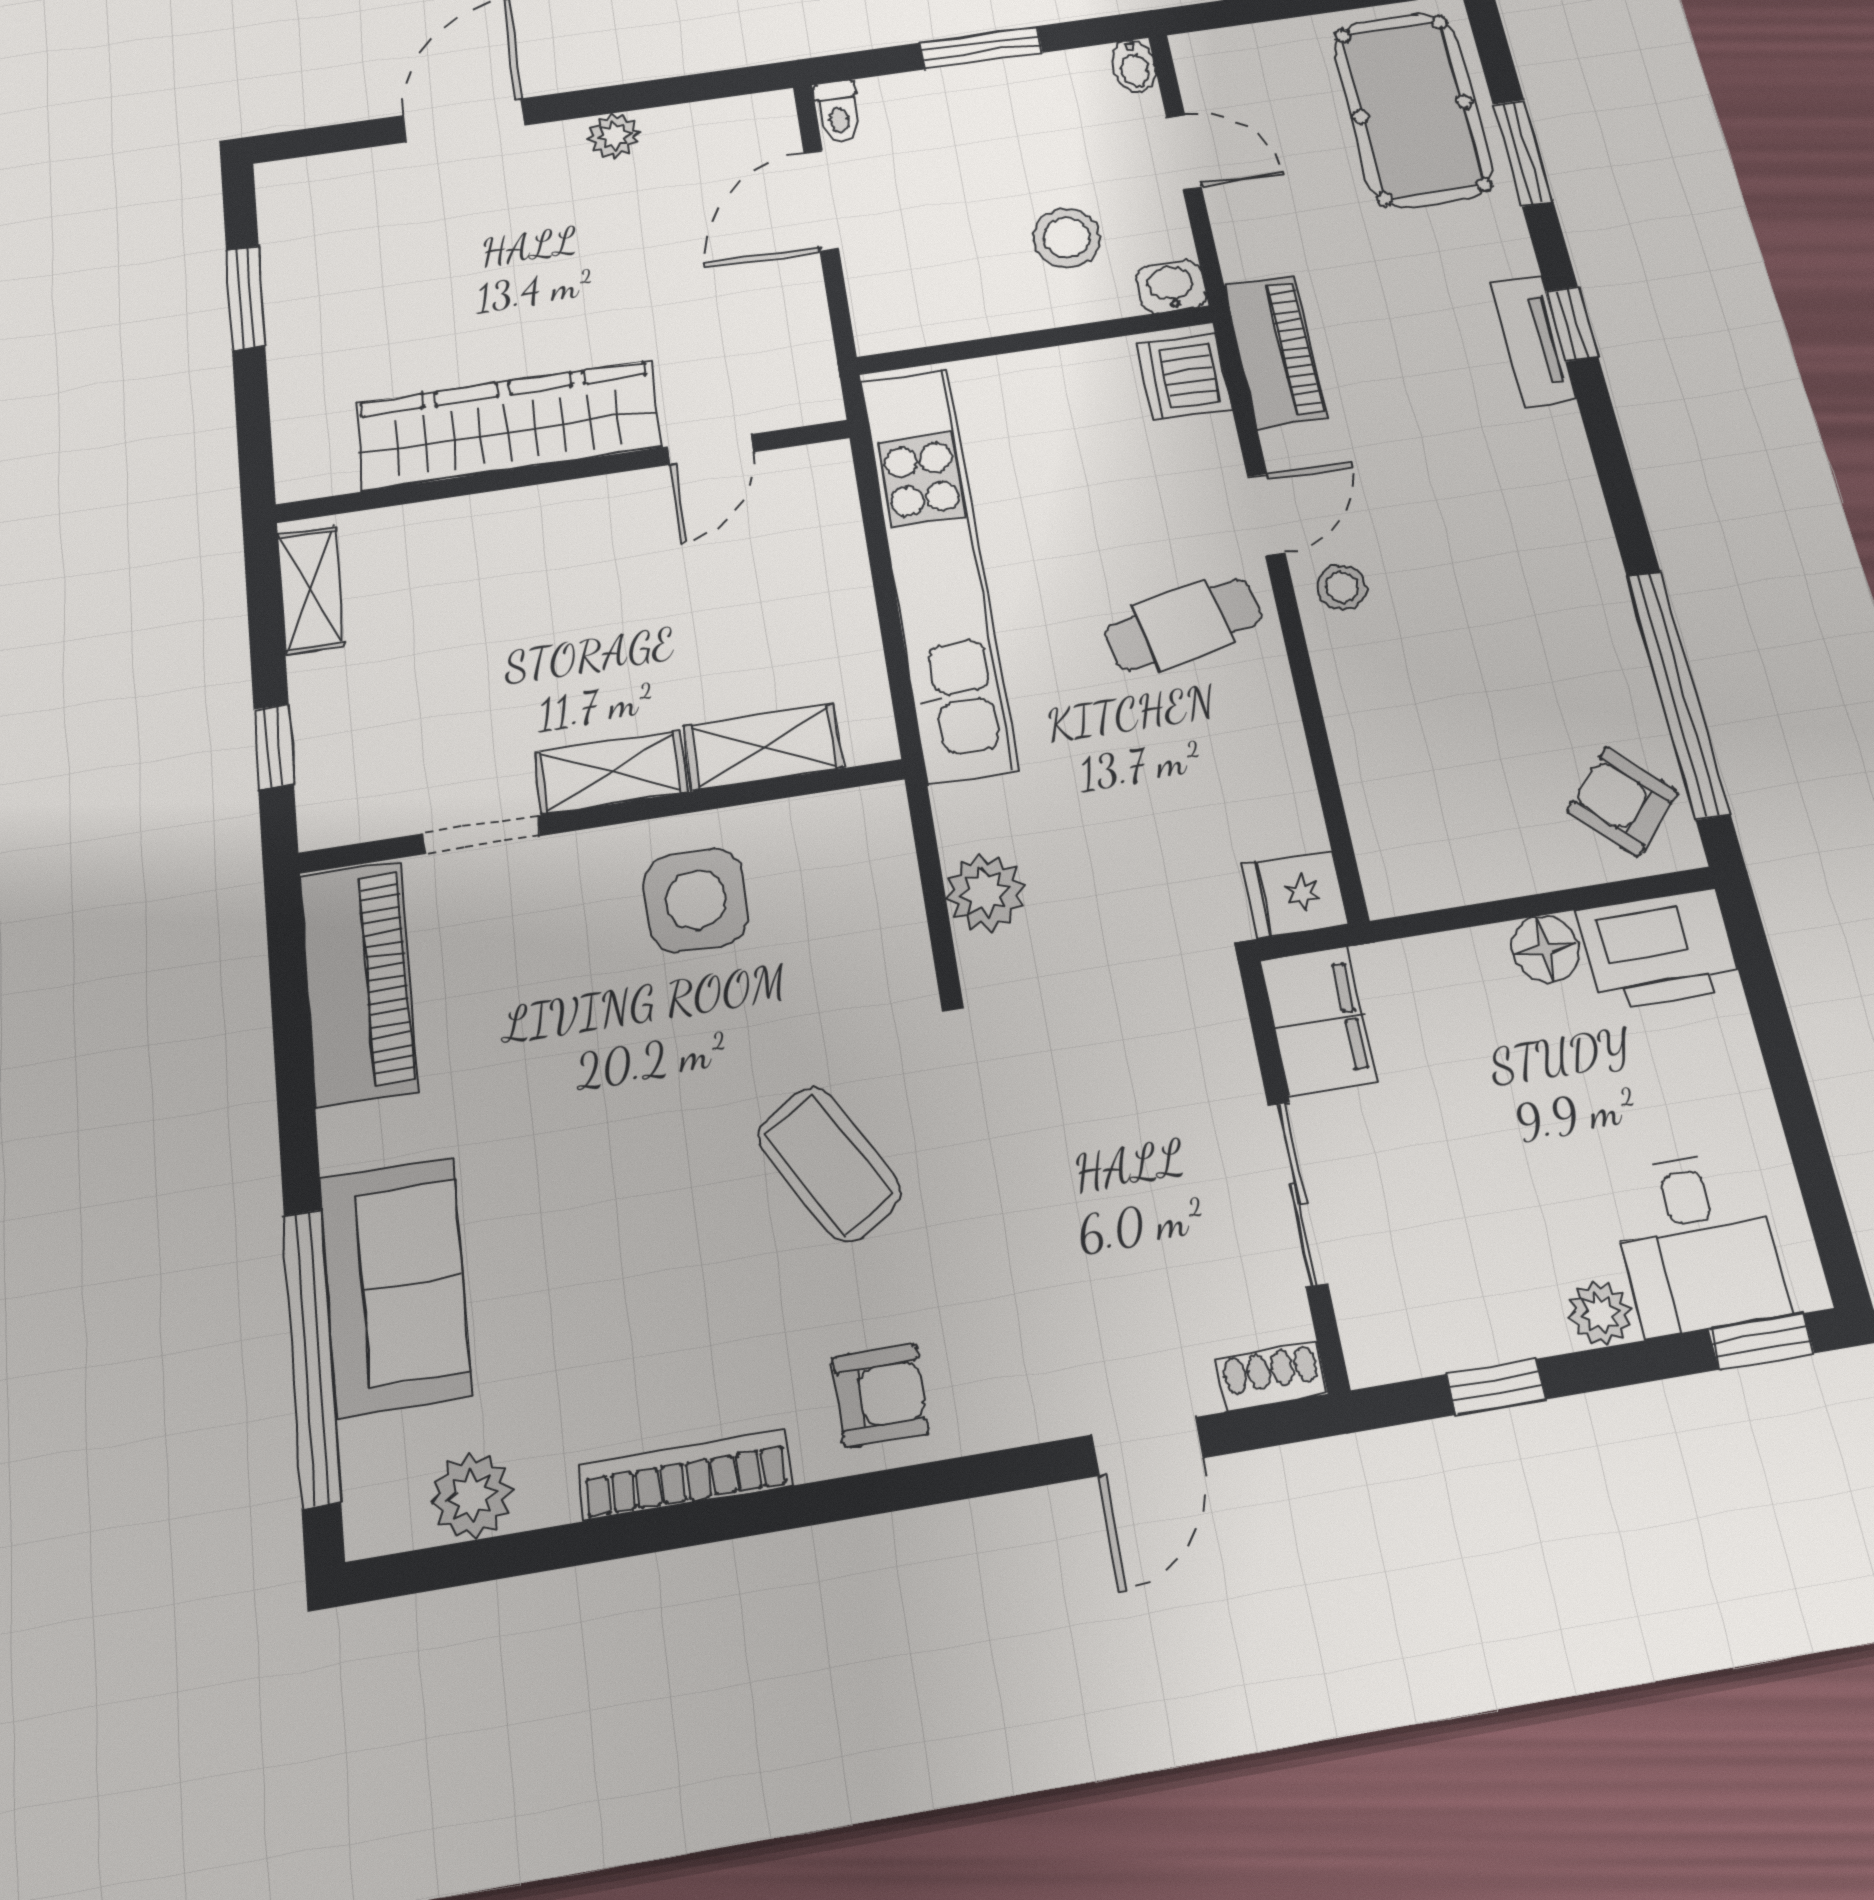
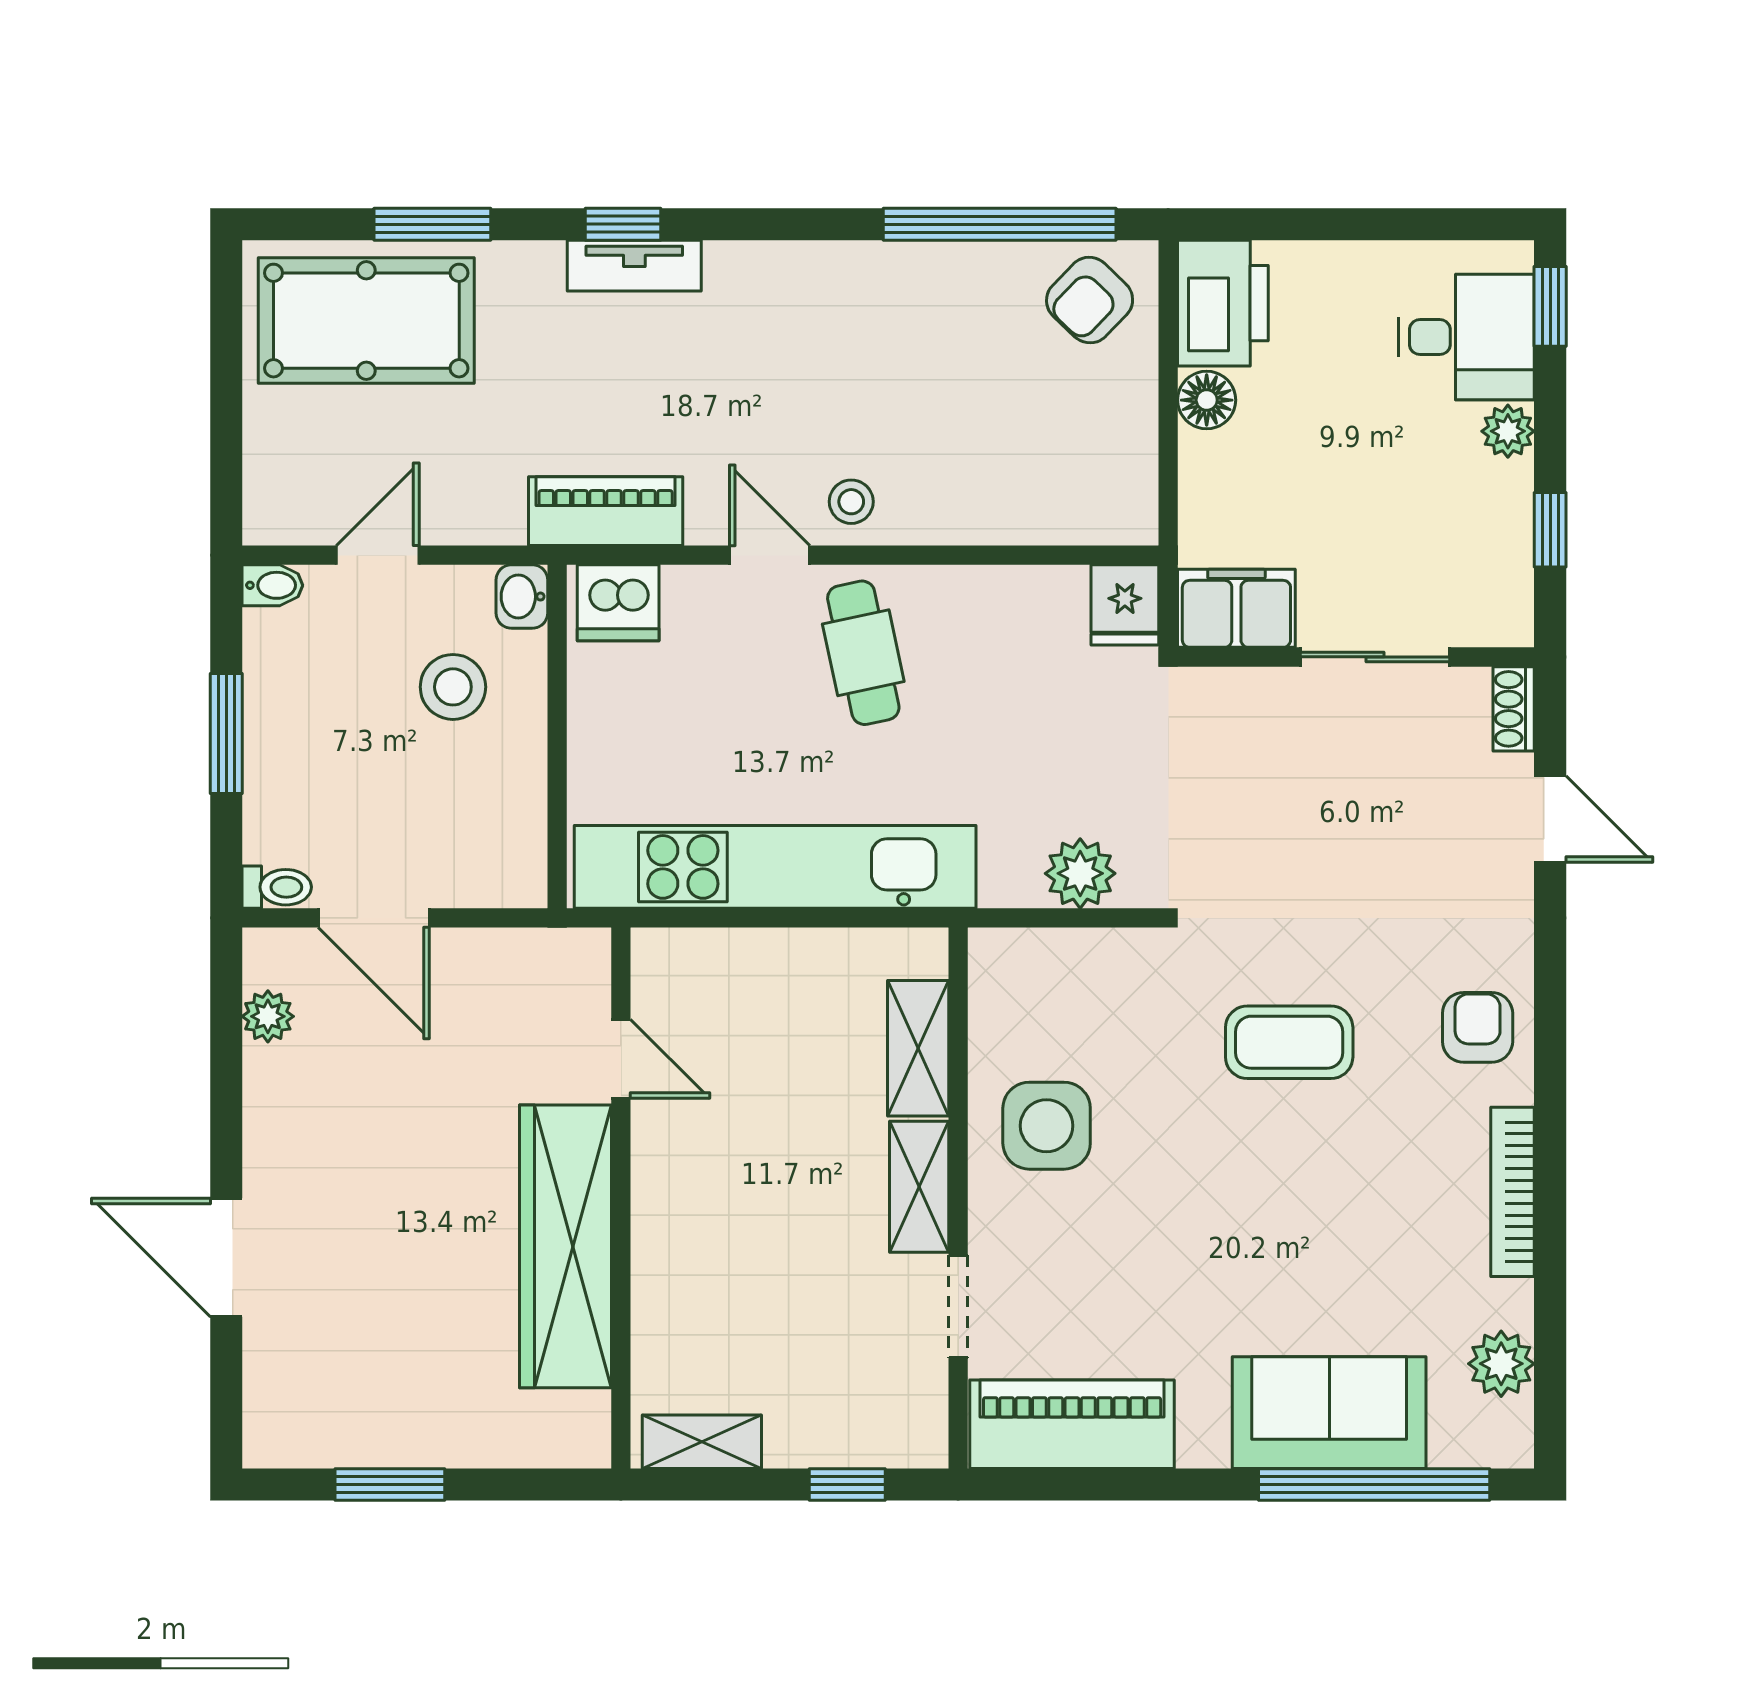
plant: (614, 136) -> (268, 1016), moved
coffee table: (829, 1164) -> (1289, 1042), turned 31

